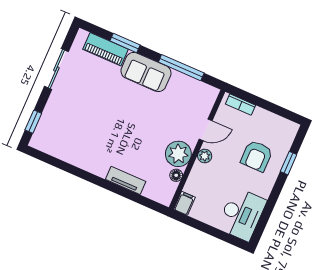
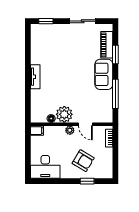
armchair: (257, 156) -> (83, 161), turned -149
tv unit: (126, 180) -> (35, 77), moved

